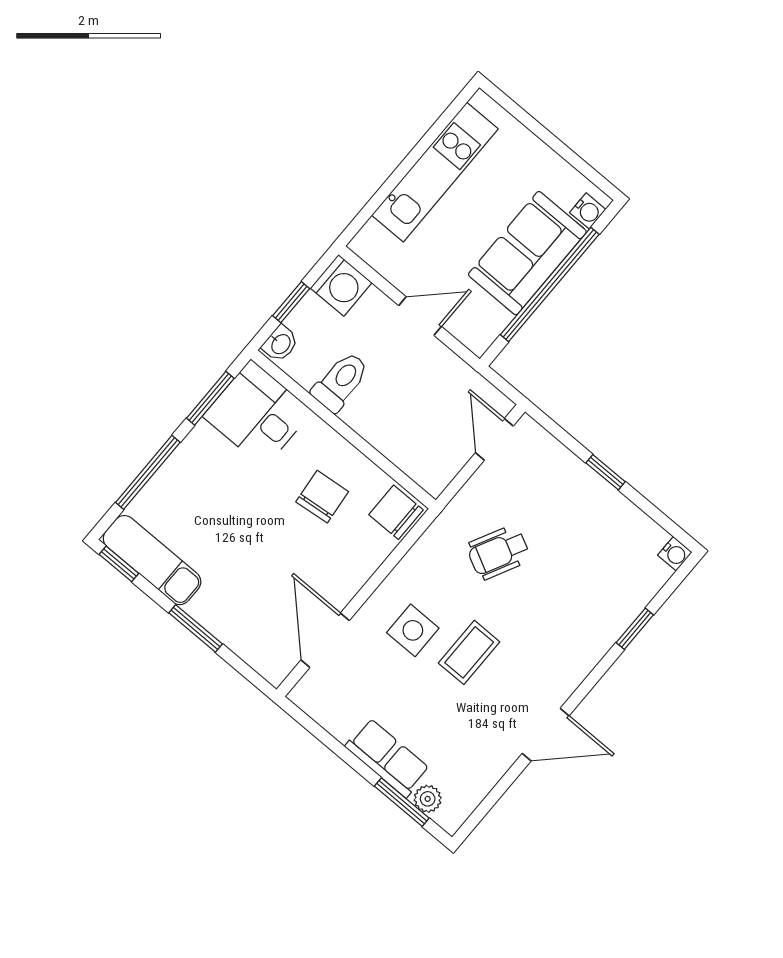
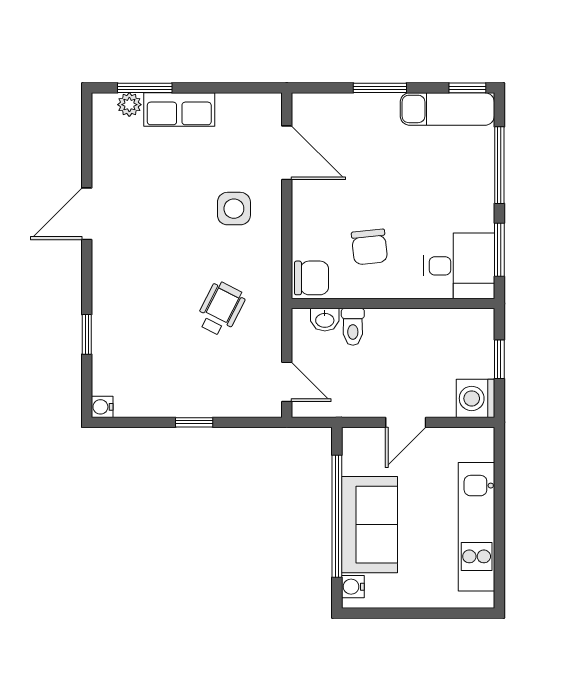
washbasin: (280, 344) -> (325, 320), moved, turned -90
toilet: (341, 382) -> (353, 327), moved, width x0.73, depth x0.72
coffee table: (469, 652) -> (184, 226), removed

